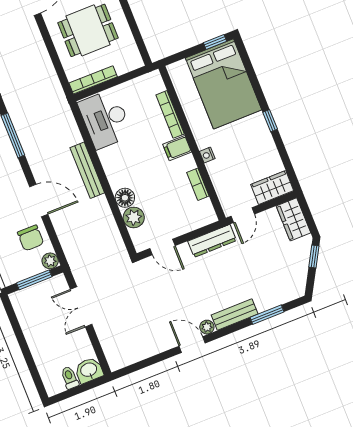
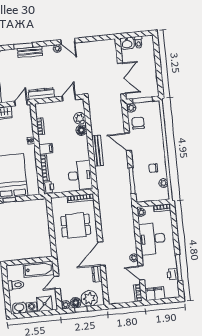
printer: (154, 83) -> (48, 187), added
door: (162, 247) -> (69, 98), hinge flipped
double door: (81, 307) -> (122, 78), width x1.37
bench: (235, 315) -> (30, 52), moved

